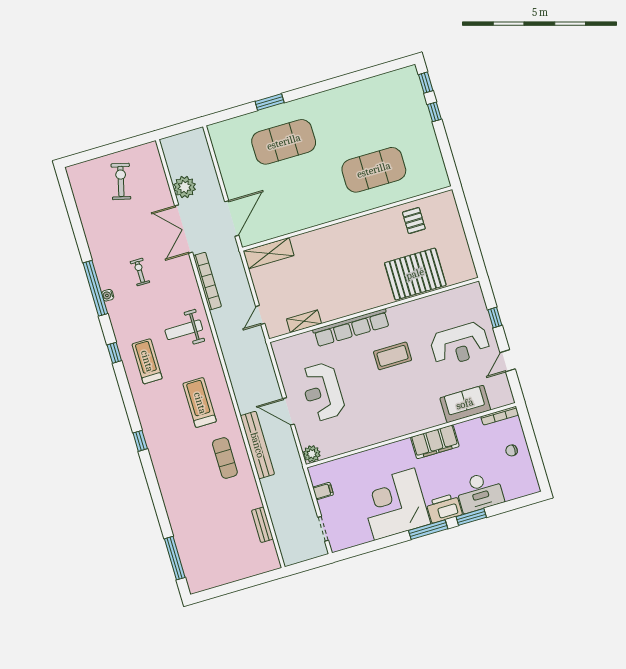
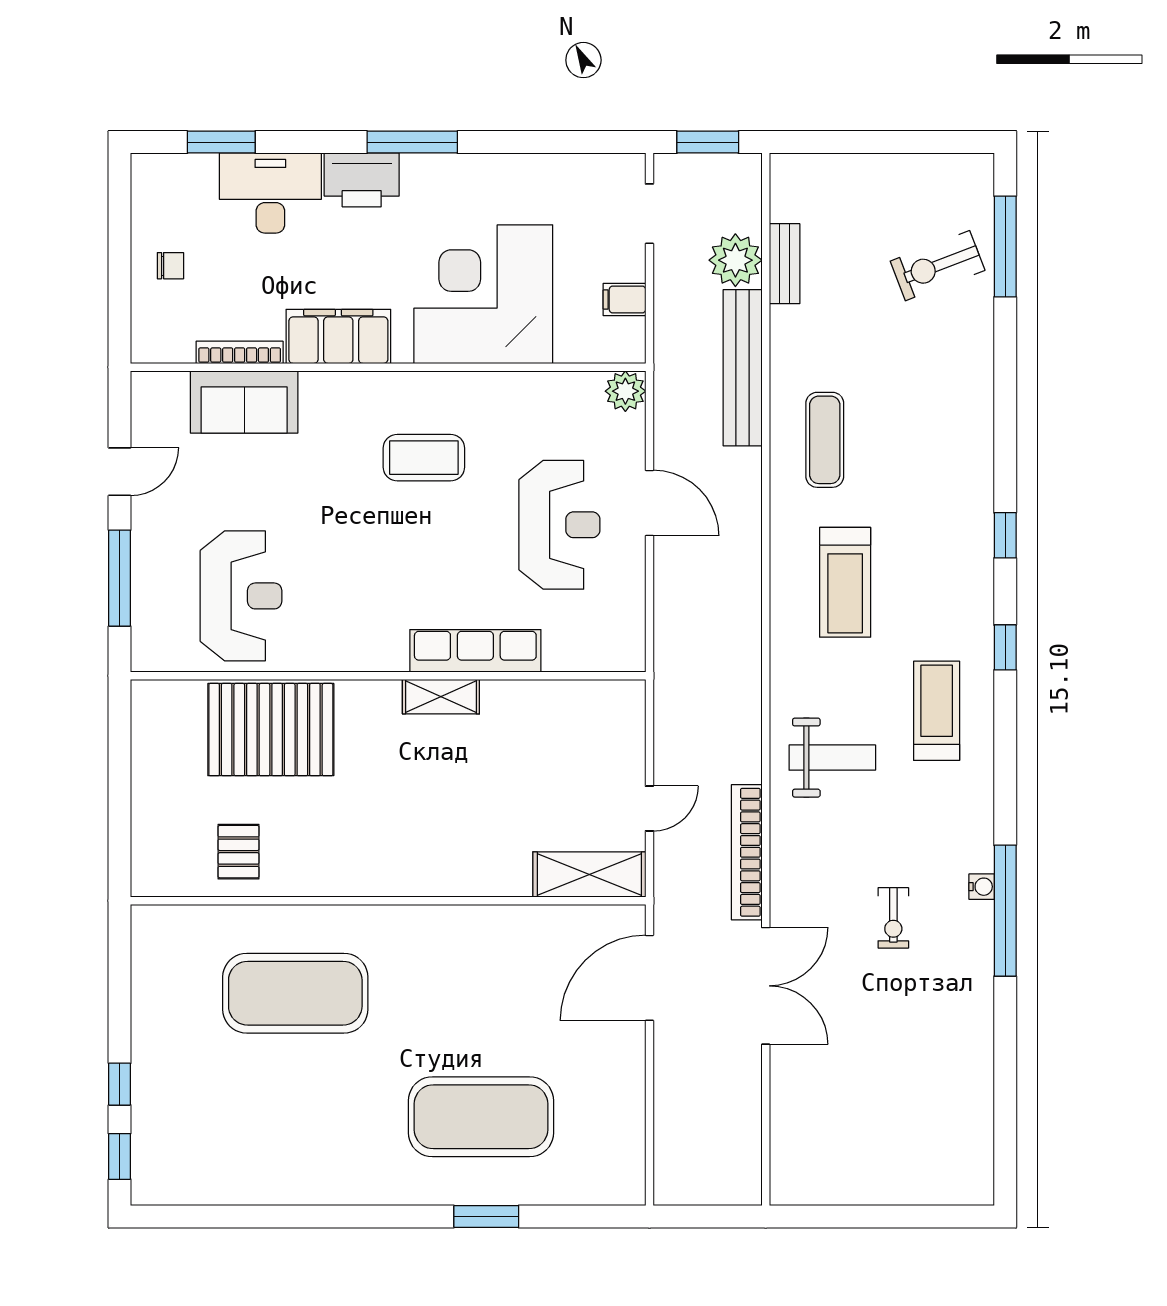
exercise bike: (121, 181) -> (938, 266), moved, turned 55
plant: (185, 187) -> (735, 260), moved
door: (260, 315) -> (649, 809), moved
window: (495, 317) -> (120, 578), width x2.17
shelving: (304, 321) -> (441, 697), moved
row of seats: (351, 328) -> (475, 651), width x0.73
reception desk: (460, 344) -> (241, 596), moved, turned 90
window: (114, 353) -> (1005, 647), moved
coffee table: (393, 356) -> (424, 458), moved
treadmill: (147, 361) -> (937, 711), turned 180
bookcase: (500, 416) -> (240, 352), moved
bench: (257, 445) -> (743, 368), moved
corner desk: (394, 504) -> (483, 294), moved, turned 180
window: (471, 517) -> (221, 142), moved
window: (308, 565) -> (708, 142), added

